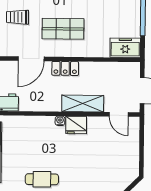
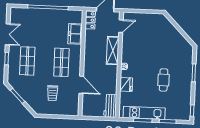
freezer: (125, 48) -> (75, 34), moved
locker: (65, 68) -> (90, 20), moved
fridge: (76, 125) -> (126, 85), moved

